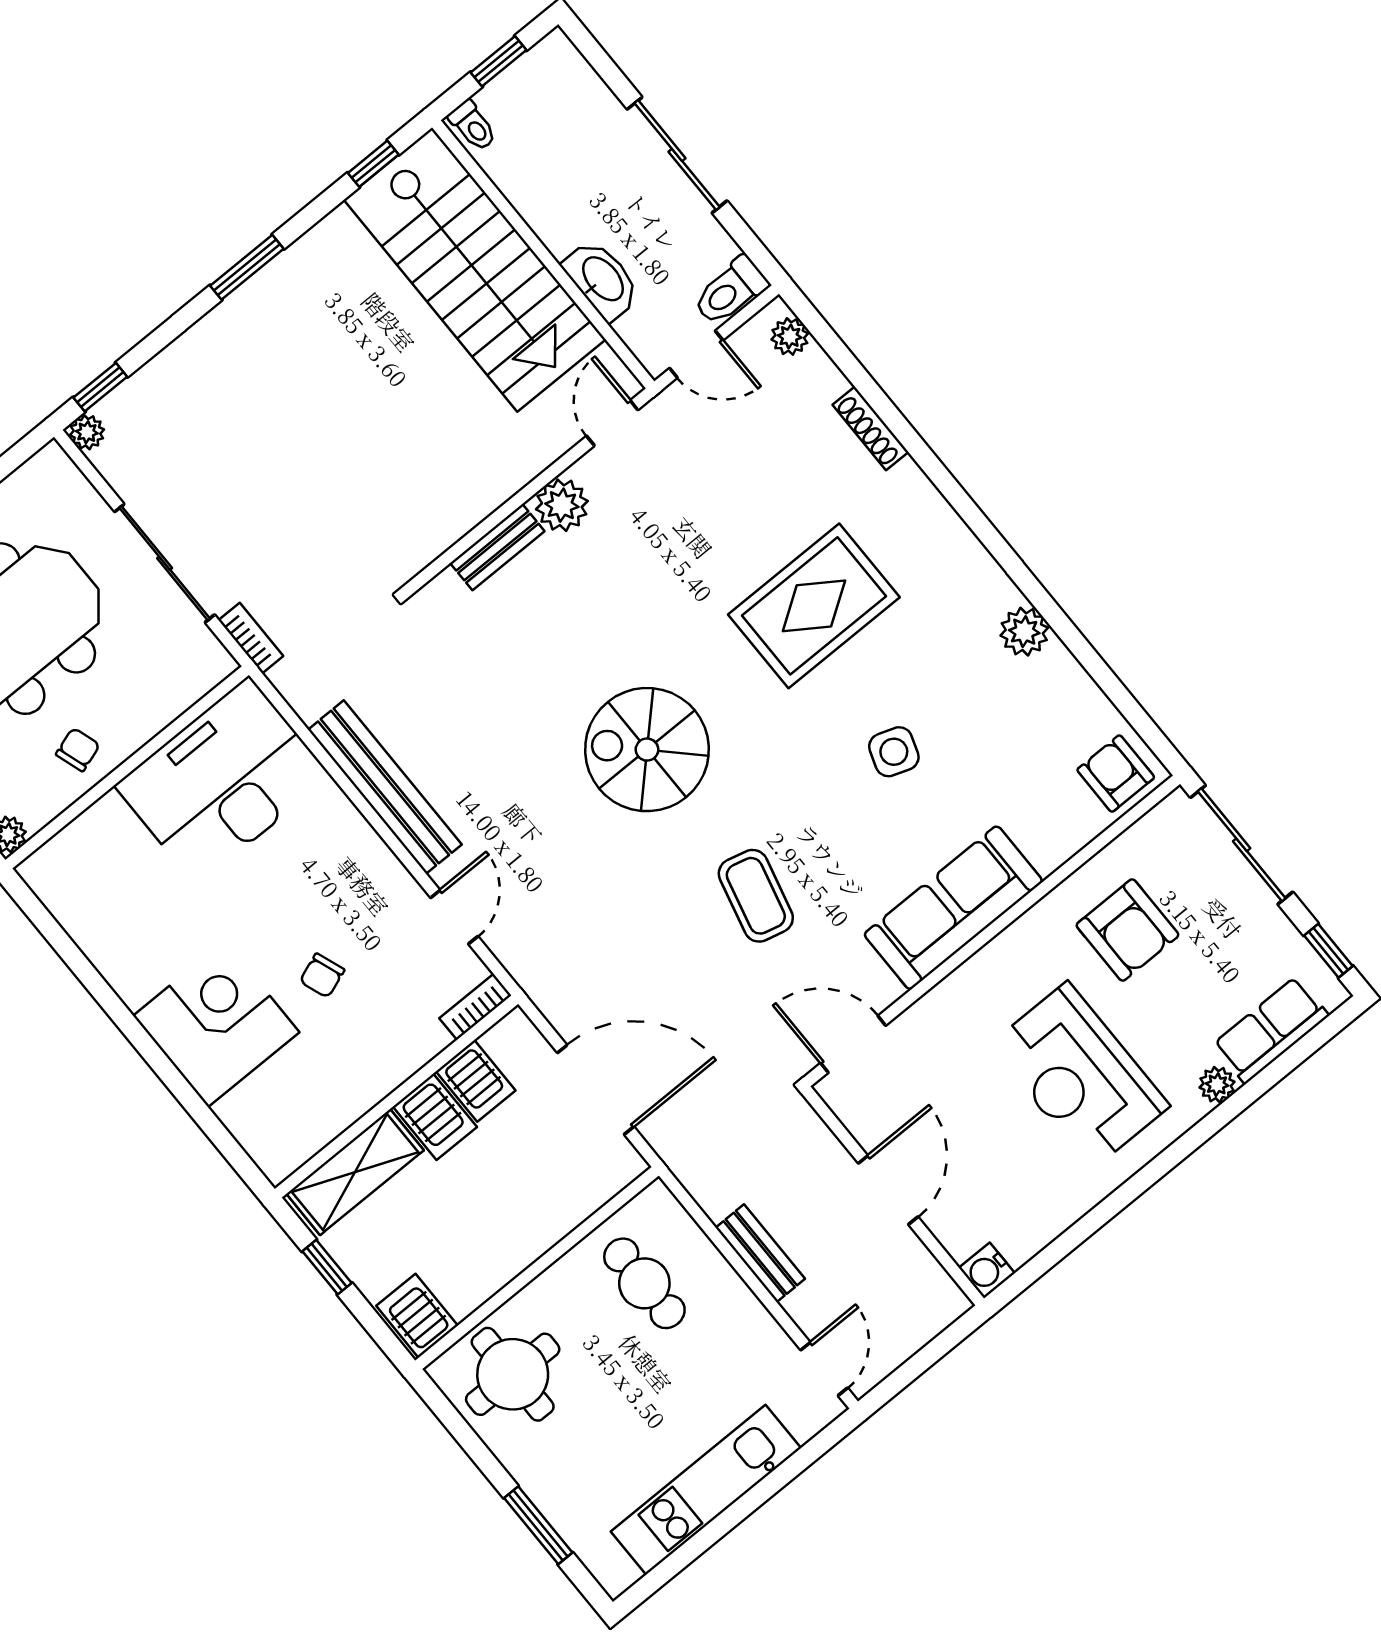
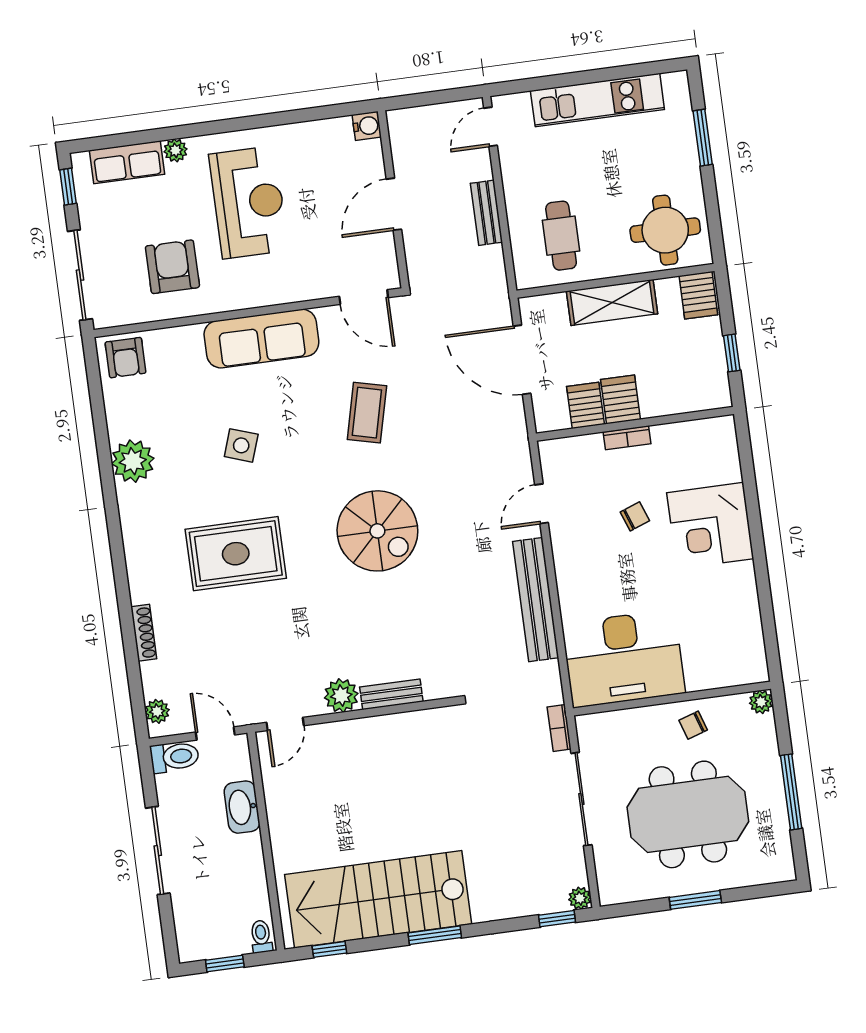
stairs: (475, 270) -> (378, 899), moved, turned -90
plant: (1024, 632) -> (133, 461), width x1.36, depth x1.36
bookcase: (475, 1007) -> (627, 438), moved
shelving: (355, 1172) -> (612, 302), moved

